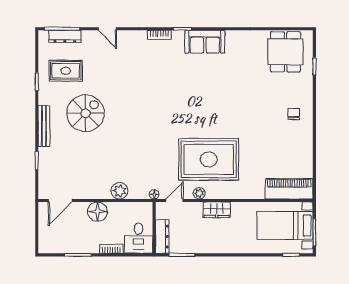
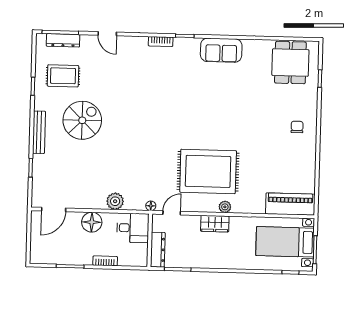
sofa: (205, 42) -> (221, 50), moved
plant: (199, 193) -> (225, 207), moved
desk: (138, 238) -> (133, 228), moved, turned -90

